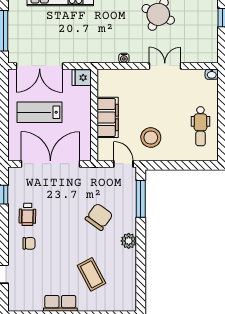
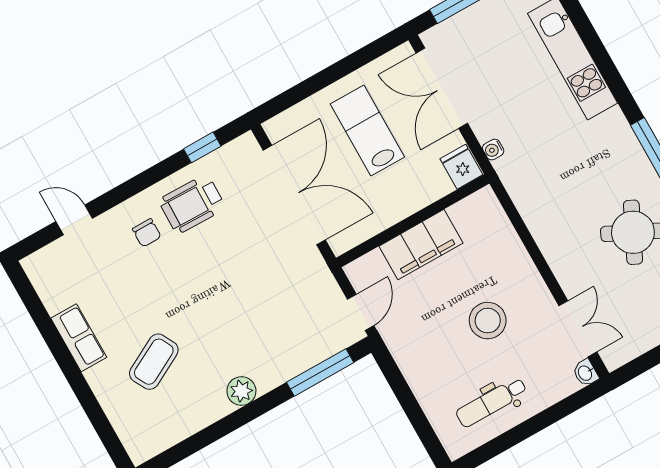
water cooler: (124, 58) -> (493, 150), moved
double door: (165, 66) -> (578, 329), moved
stool: (151, 137) -> (488, 321), moved
wheelchair: (27, 214) -> (192, 204), width x1.36, depth x1.37
chair: (99, 217) -> (253, 321), removed

